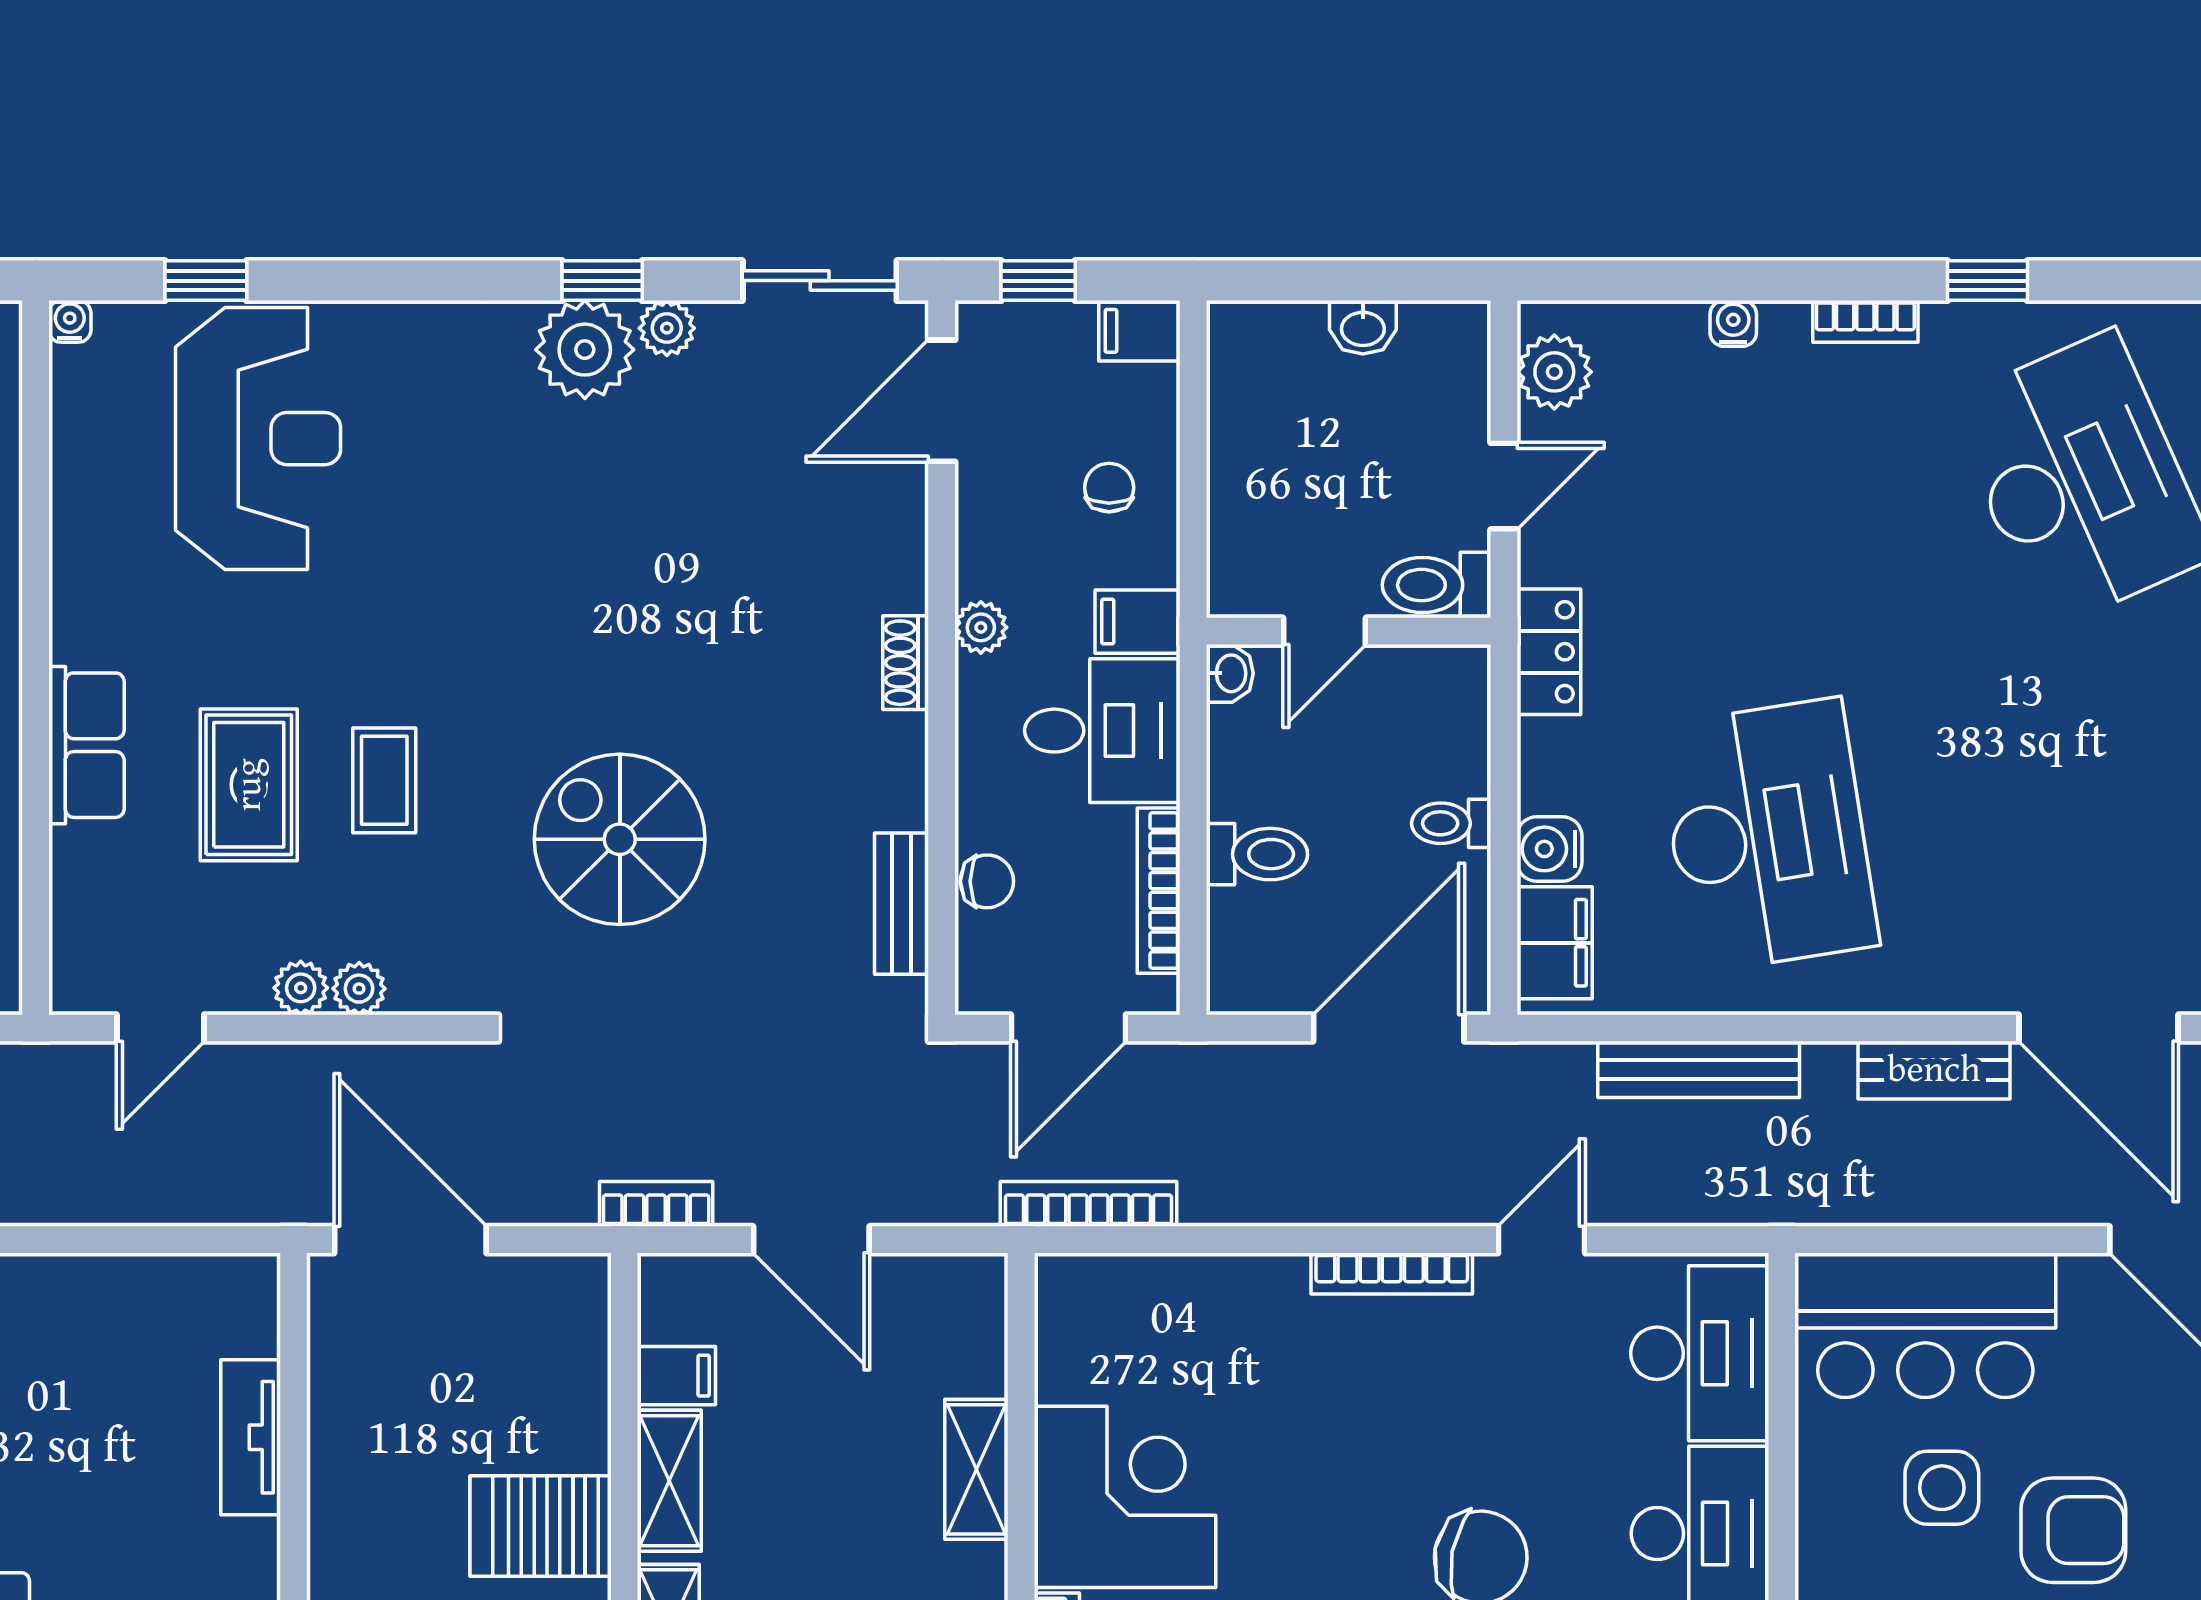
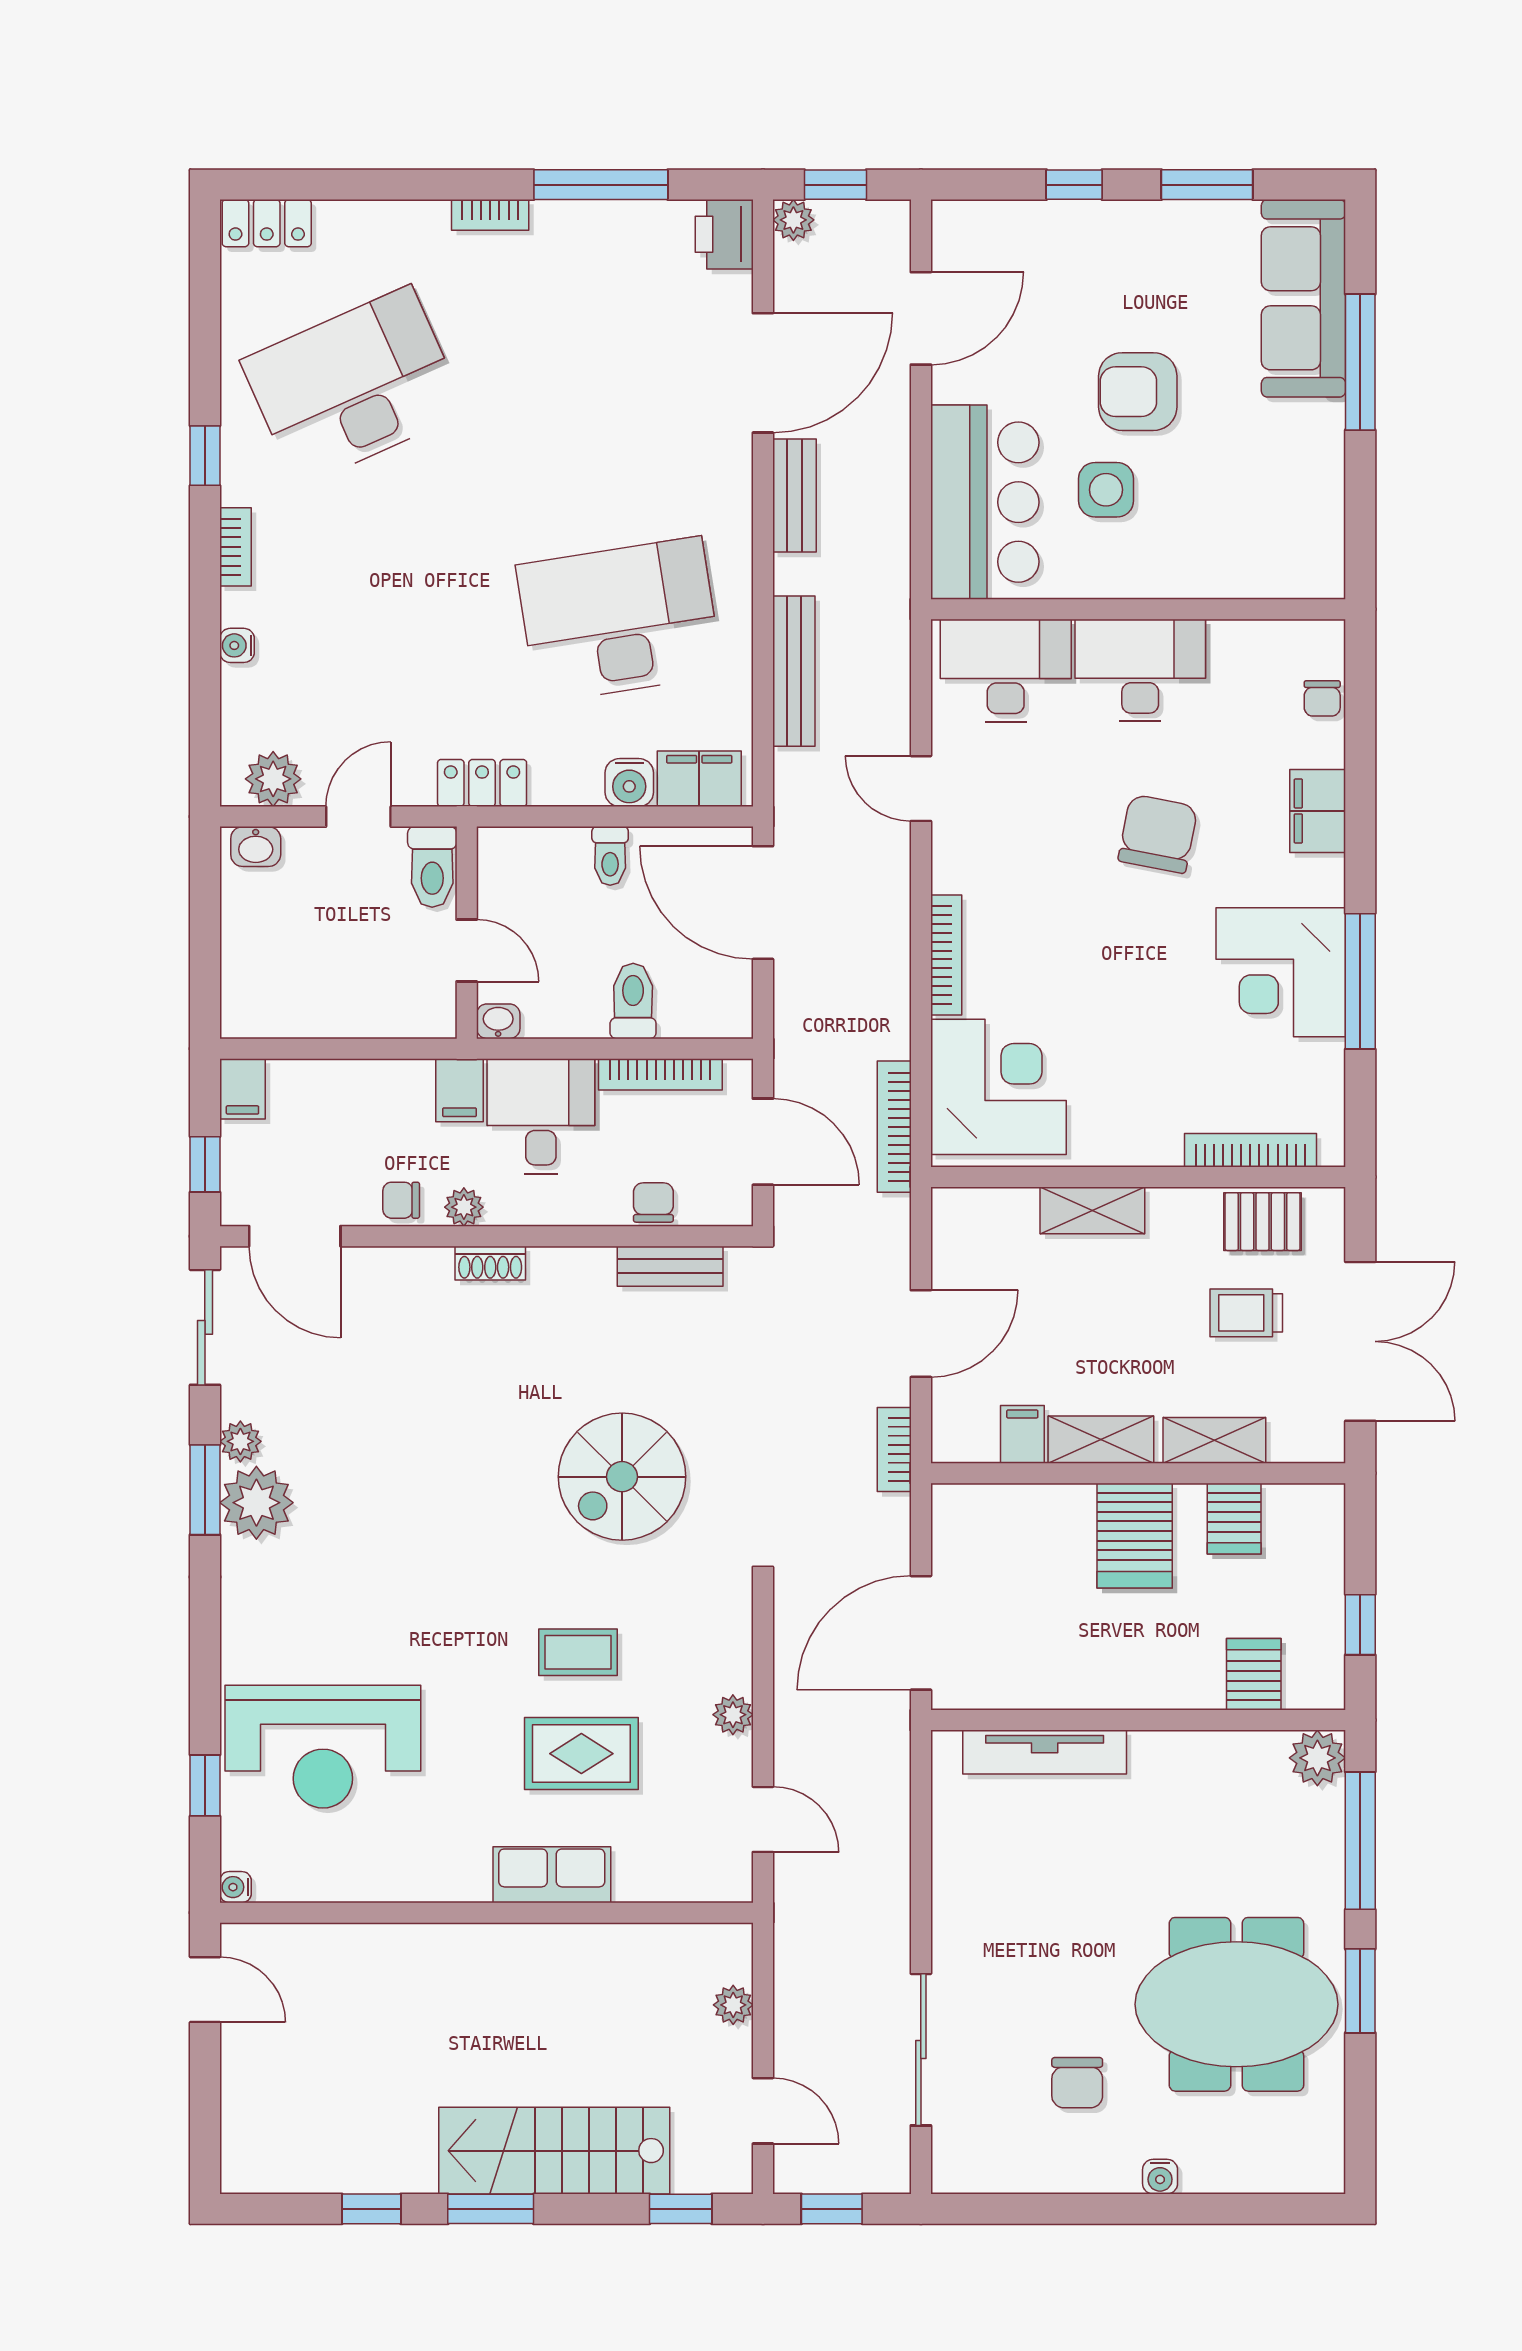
window: (602, 281) -> (205, 1490), width x1.50
washbasin: (1363, 327) -> (256, 847), moved, turned 90
reception desk: (258, 439) -> (323, 1747), turned 180
door: (1504, 486) -> (358, 817), hinge flipped
chair: (1109, 488) -> (401, 1200), moved
plant: (359, 989) -> (733, 1671), removed
bookcase: (1392, 1274) -> (946, 955), moved
tv unit: (251, 1437) -> (1045, 1752), width x1.41
corner desk: (1125, 1497) -> (998, 1087), moved, turned 90
armchair: (2073, 1530) -> (1138, 392), turned -90

